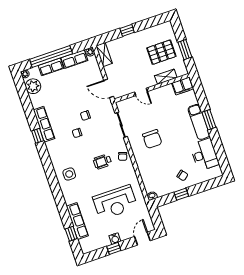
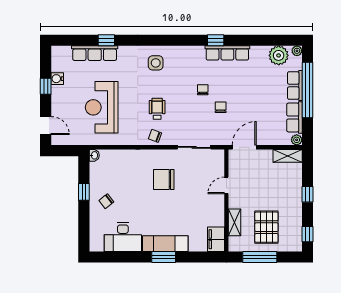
window: (156, 20) -> (307, 234), added
window: (185, 50) -> (260, 257), width x1.44
window: (71, 234) -> (106, 40), moved
water cooler: (115, 239) -> (57, 79), moved

